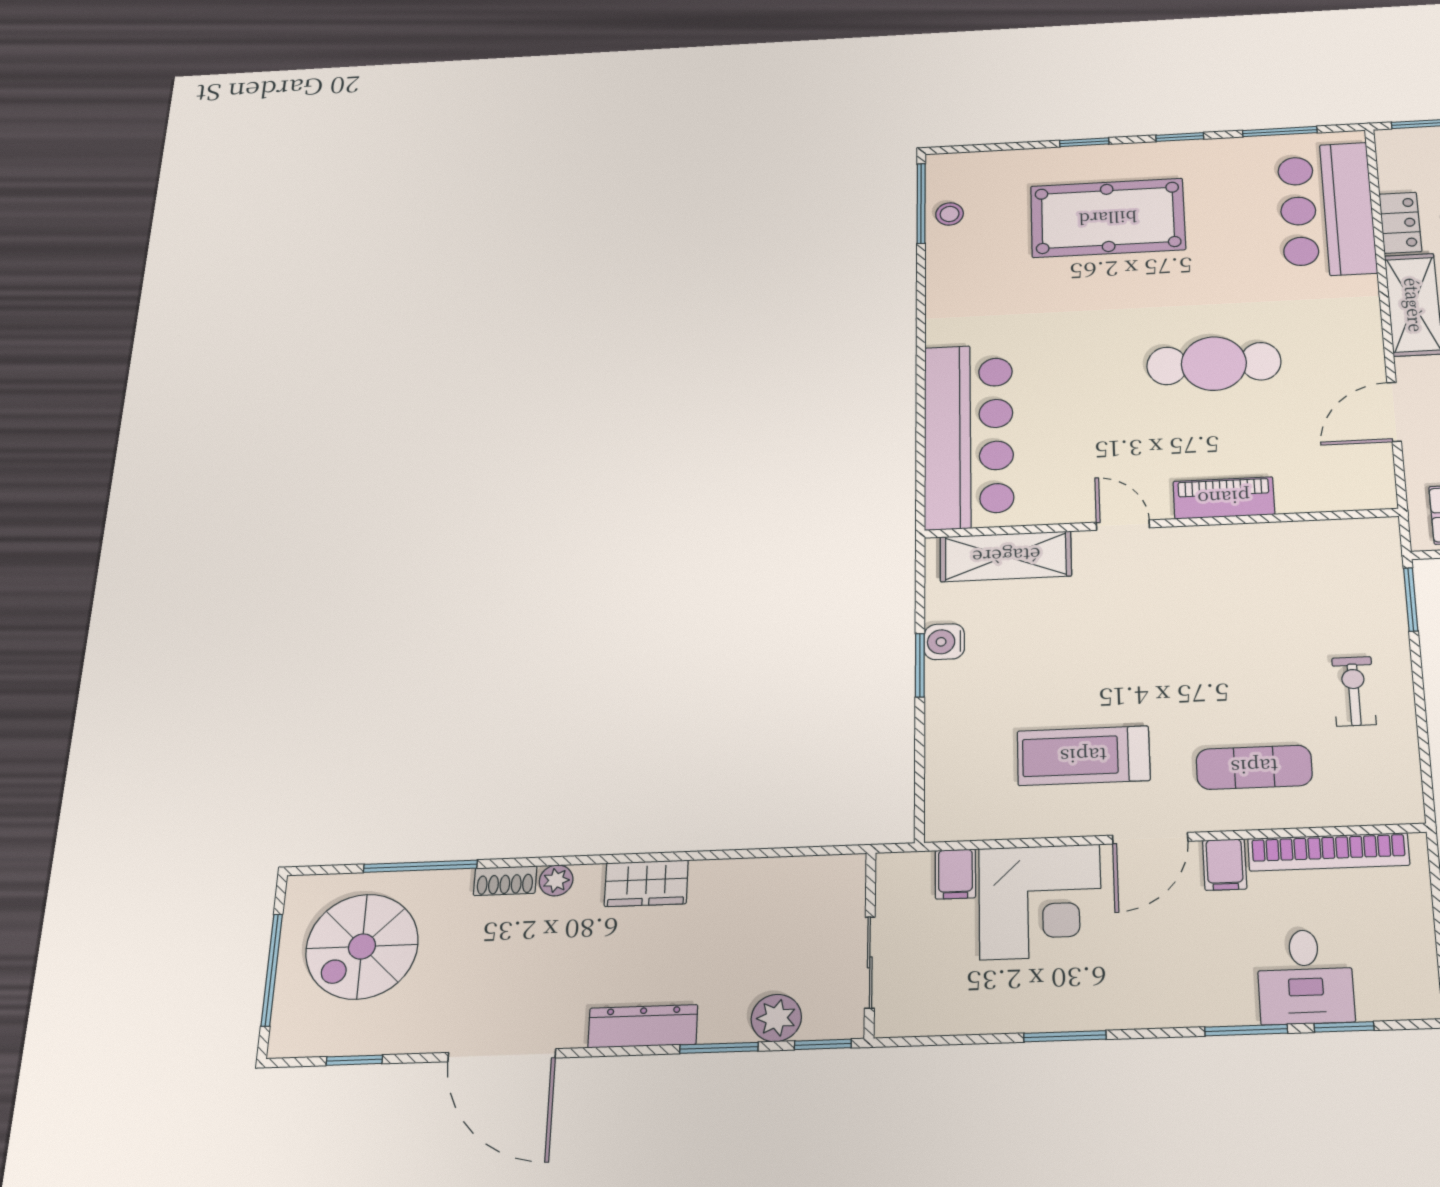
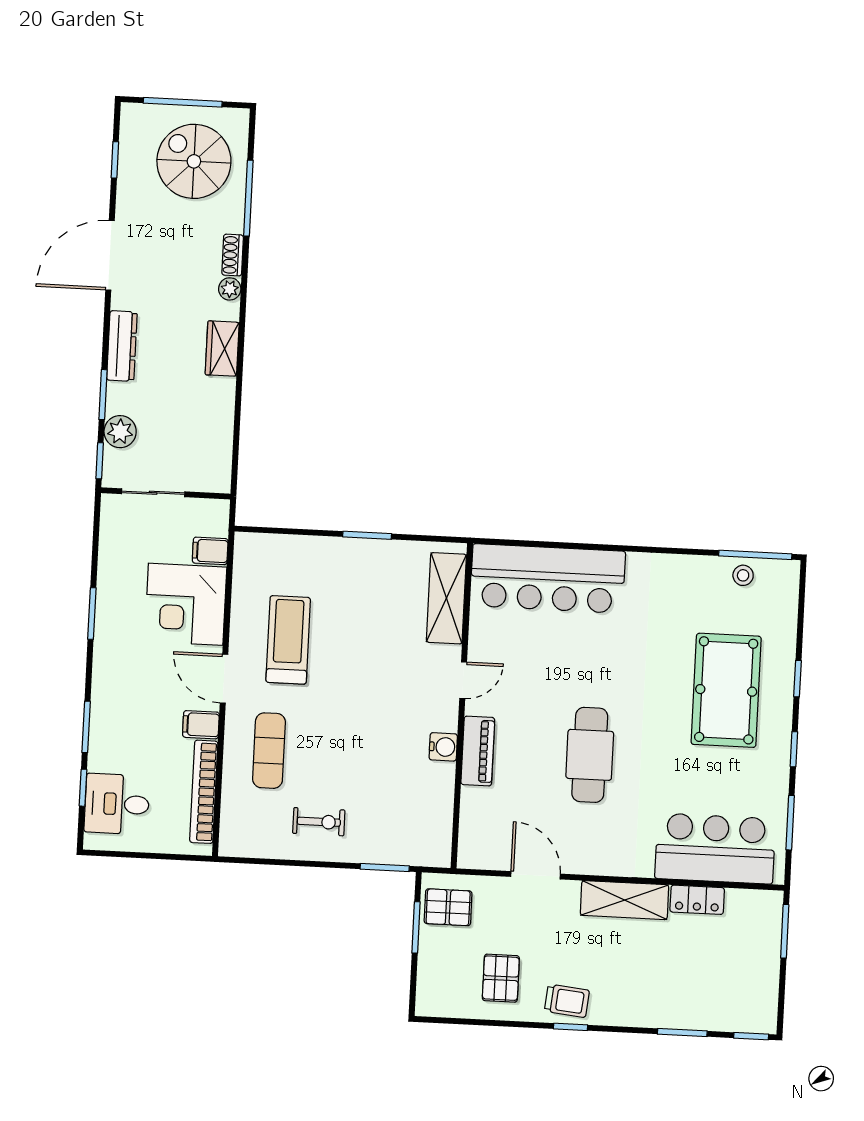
water cooler: (944, 642) -> (443, 747), moved, turned 90
desk: (1305, 977) -> (117, 804), moved

